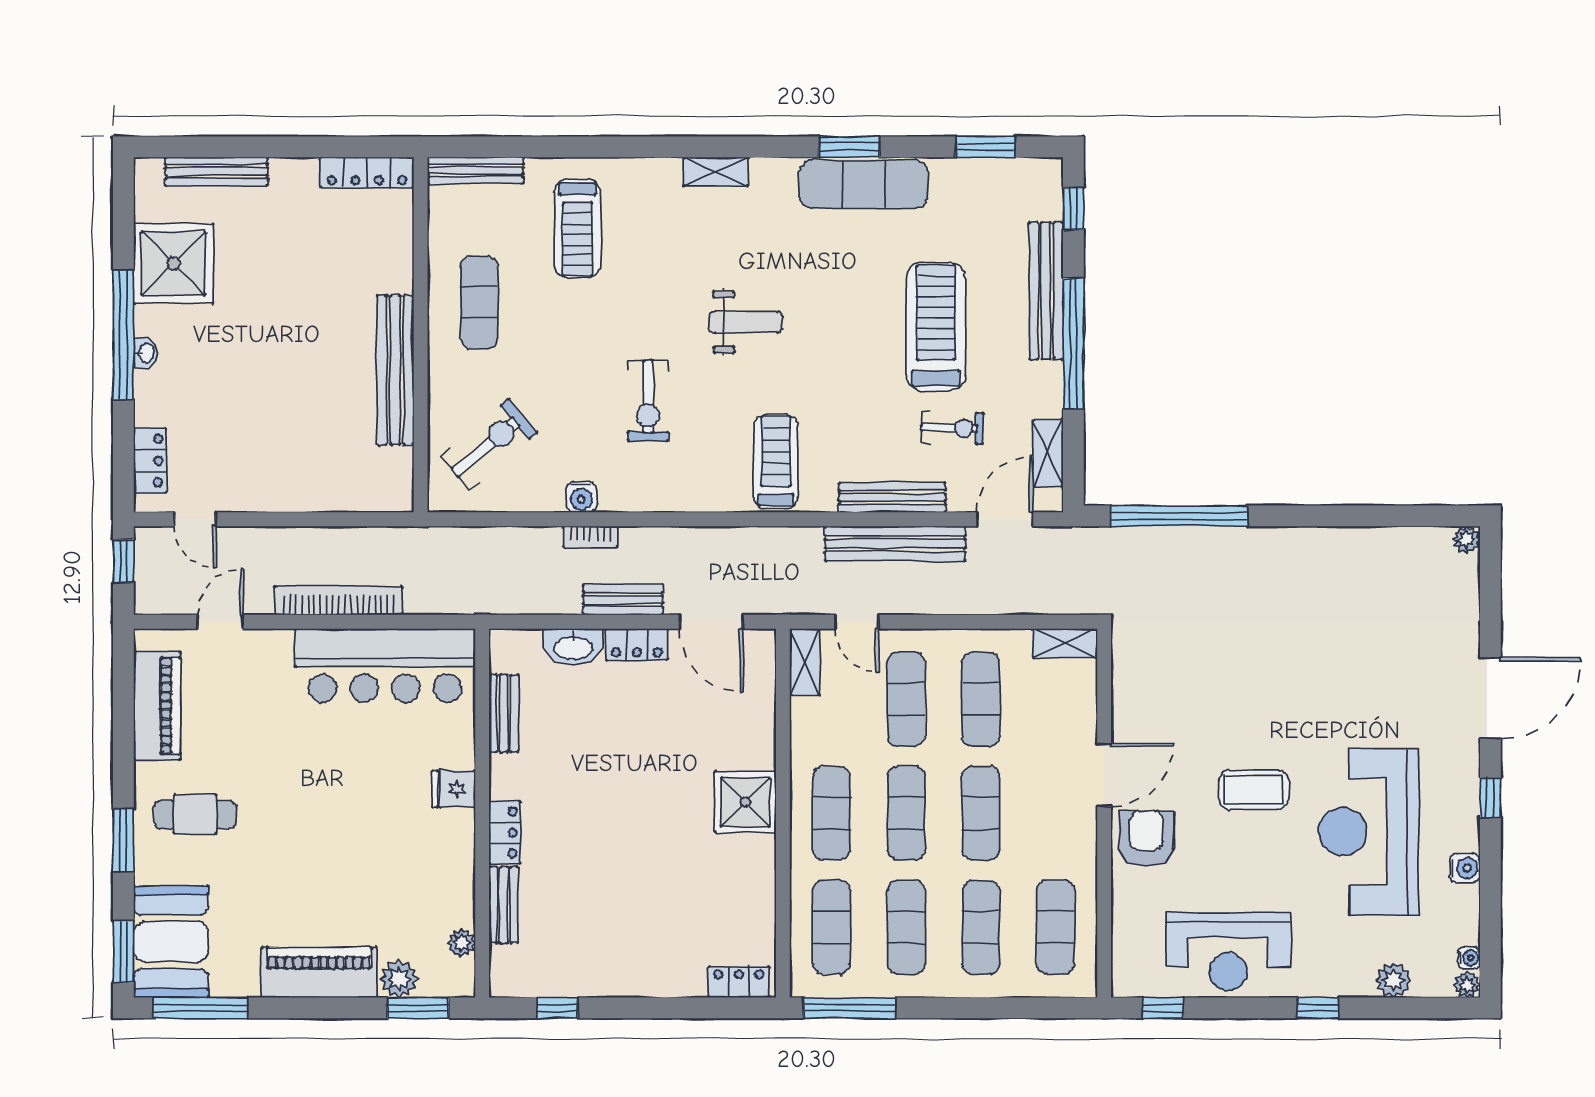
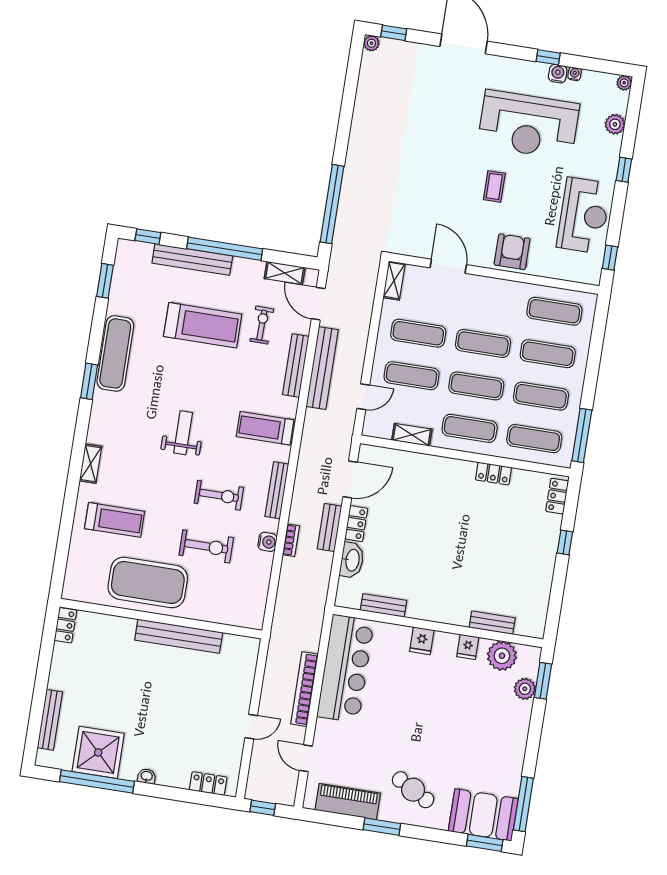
window: (849, 147) -> (89, 381), moved
bench: (476, 170) -> (277, 490), moved
locker: (367, 172) -> (65, 625), width x0.66
shelving: (716, 172) -> (91, 464), moved
exercise mat: (479, 302) -> (148, 582), width x2.00, depth x1.45
treadmill: (936, 327) -> (203, 325), turned 180
window: (123, 335) -> (97, 781), moved
exercise bike: (489, 444) -> (206, 546), moved, turned 130
door: (195, 519) -> (251, 727), moved
window: (1490, 575) -> (394, 33), added
shelving: (805, 662) -> (412, 435), moved
door: (1104, 775) -> (448, 266), moved
coffee table: (1254, 790) -> (494, 186), width x0.73, depth x0.77
window: (1490, 798) -> (548, 57), moved
shower: (745, 802) -> (455, 476), removed
cafe table: (195, 814) -> (413, 790), turned -61
locker: (505, 832) -> (493, 474), moved, turned 180
armchair: (1146, 838) -> (512, 252), turned 90
window: (123, 840) -> (382, 827), moved
fridge: (455, 870) -> (468, 647), added
plant: (462, 943) -> (502, 656), width x1.88, depth x1.88
water cooler: (1469, 958) -> (575, 74), moved
piano: (319, 972) -> (514, 733), removed
window: (557, 1008) -> (565, 542), moved

